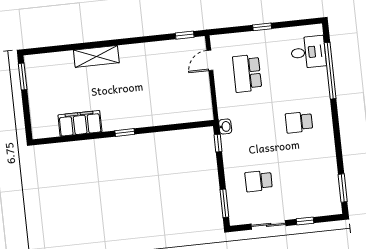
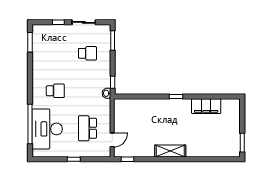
desk: (308, 52) -> (47, 129), width x1.87, depth x1.30
shelving: (96, 56) -> (170, 151), moved
school desk: (247, 73) -> (87, 128), turned 180

